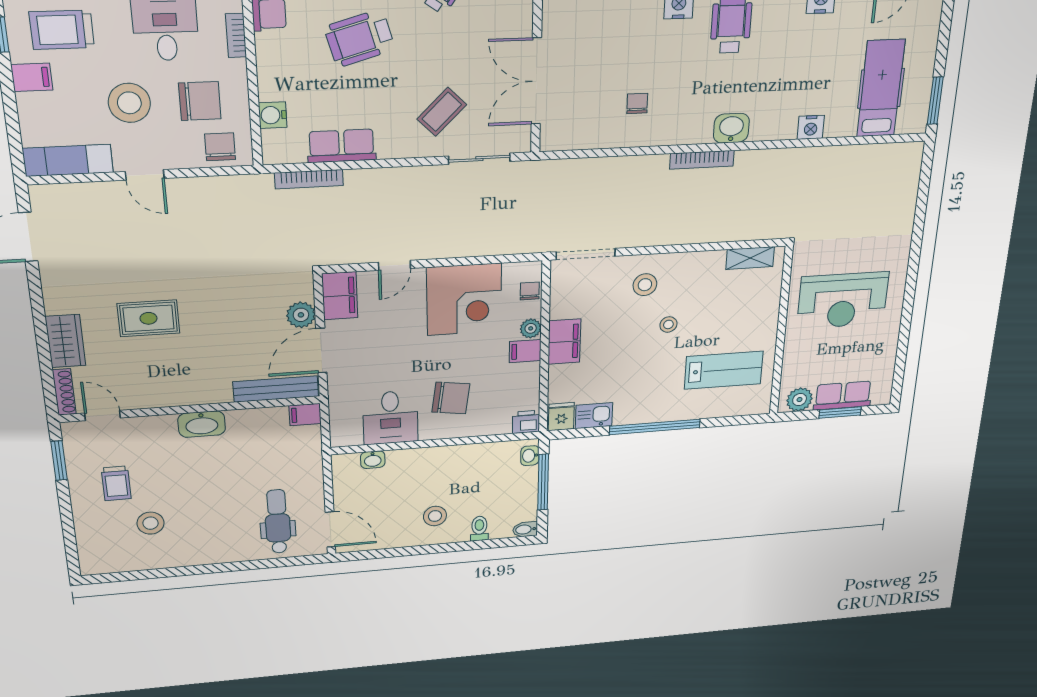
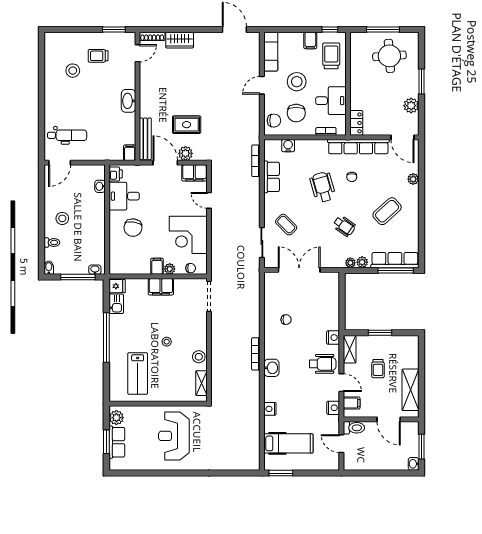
stool: (645, 285) -> (199, 357), moved
rug: (149, 318) -> (187, 125), moved, turned 90
printer: (526, 422) -> (116, 174), moved

